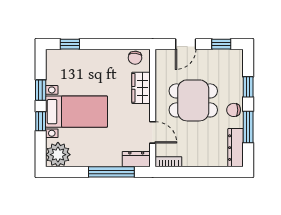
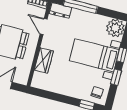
chair: (135, 58) -> (97, 92), moved

